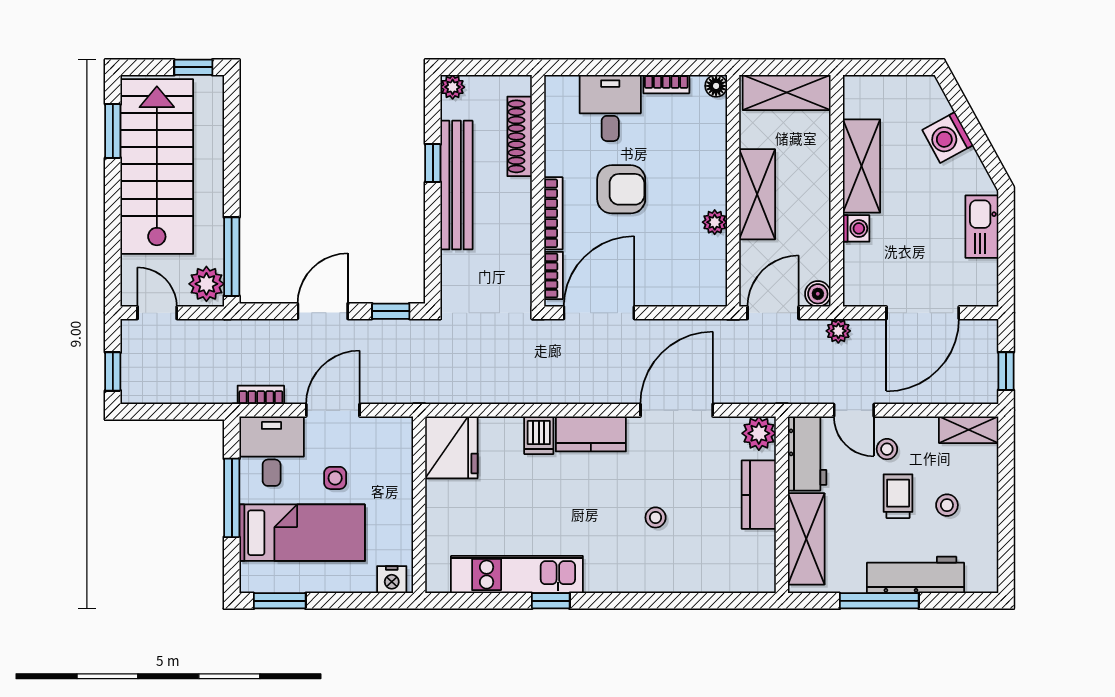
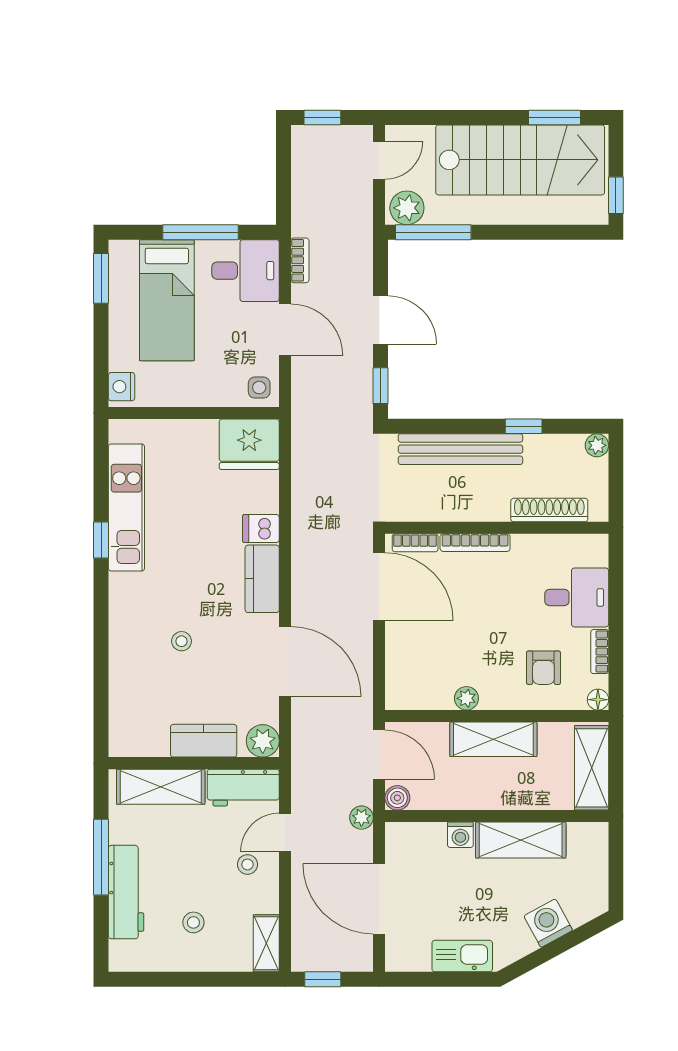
bench: (456, 185) -> (460, 449), moved
armchair: (621, 189) -> (543, 668), moved, width x0.72, depth x0.72
side table: (335, 478) -> (259, 388), moved
trolley: (898, 496) -> (202, 875), removed

